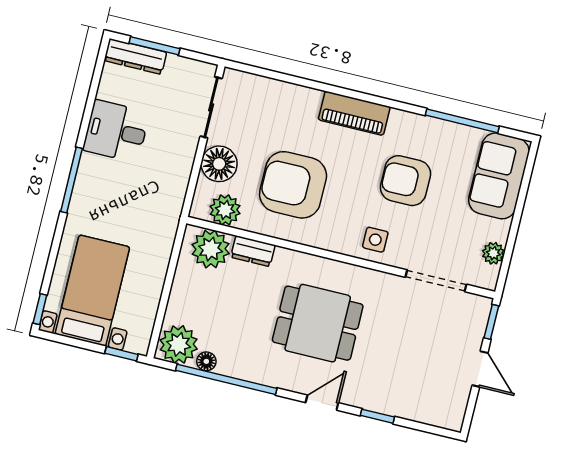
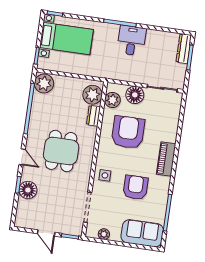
desk: (116, 131) -> (132, 41), moved
floor lamp: (206, 361) -> (28, 190), moved, width x1.89, depth x1.89
door: (480, 369) -> (46, 233), hinge flipped

